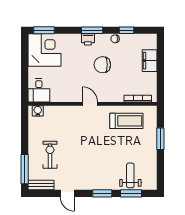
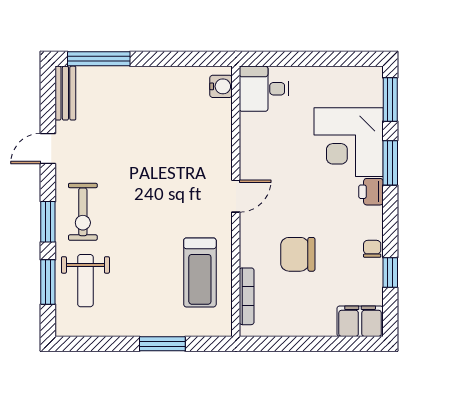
window: (92, 30) -> (390, 163), moved
corner desk: (44, 50) -> (349, 142), moved, turned 90
filing cabinet: (150, 61) -> (360, 321), moved
chair: (102, 65) -> (298, 254), moved, turned -90
exercise bike: (50, 155) -> (83, 212), moved, turned 90
weight bench: (130, 175) -> (85, 281), turned 90

